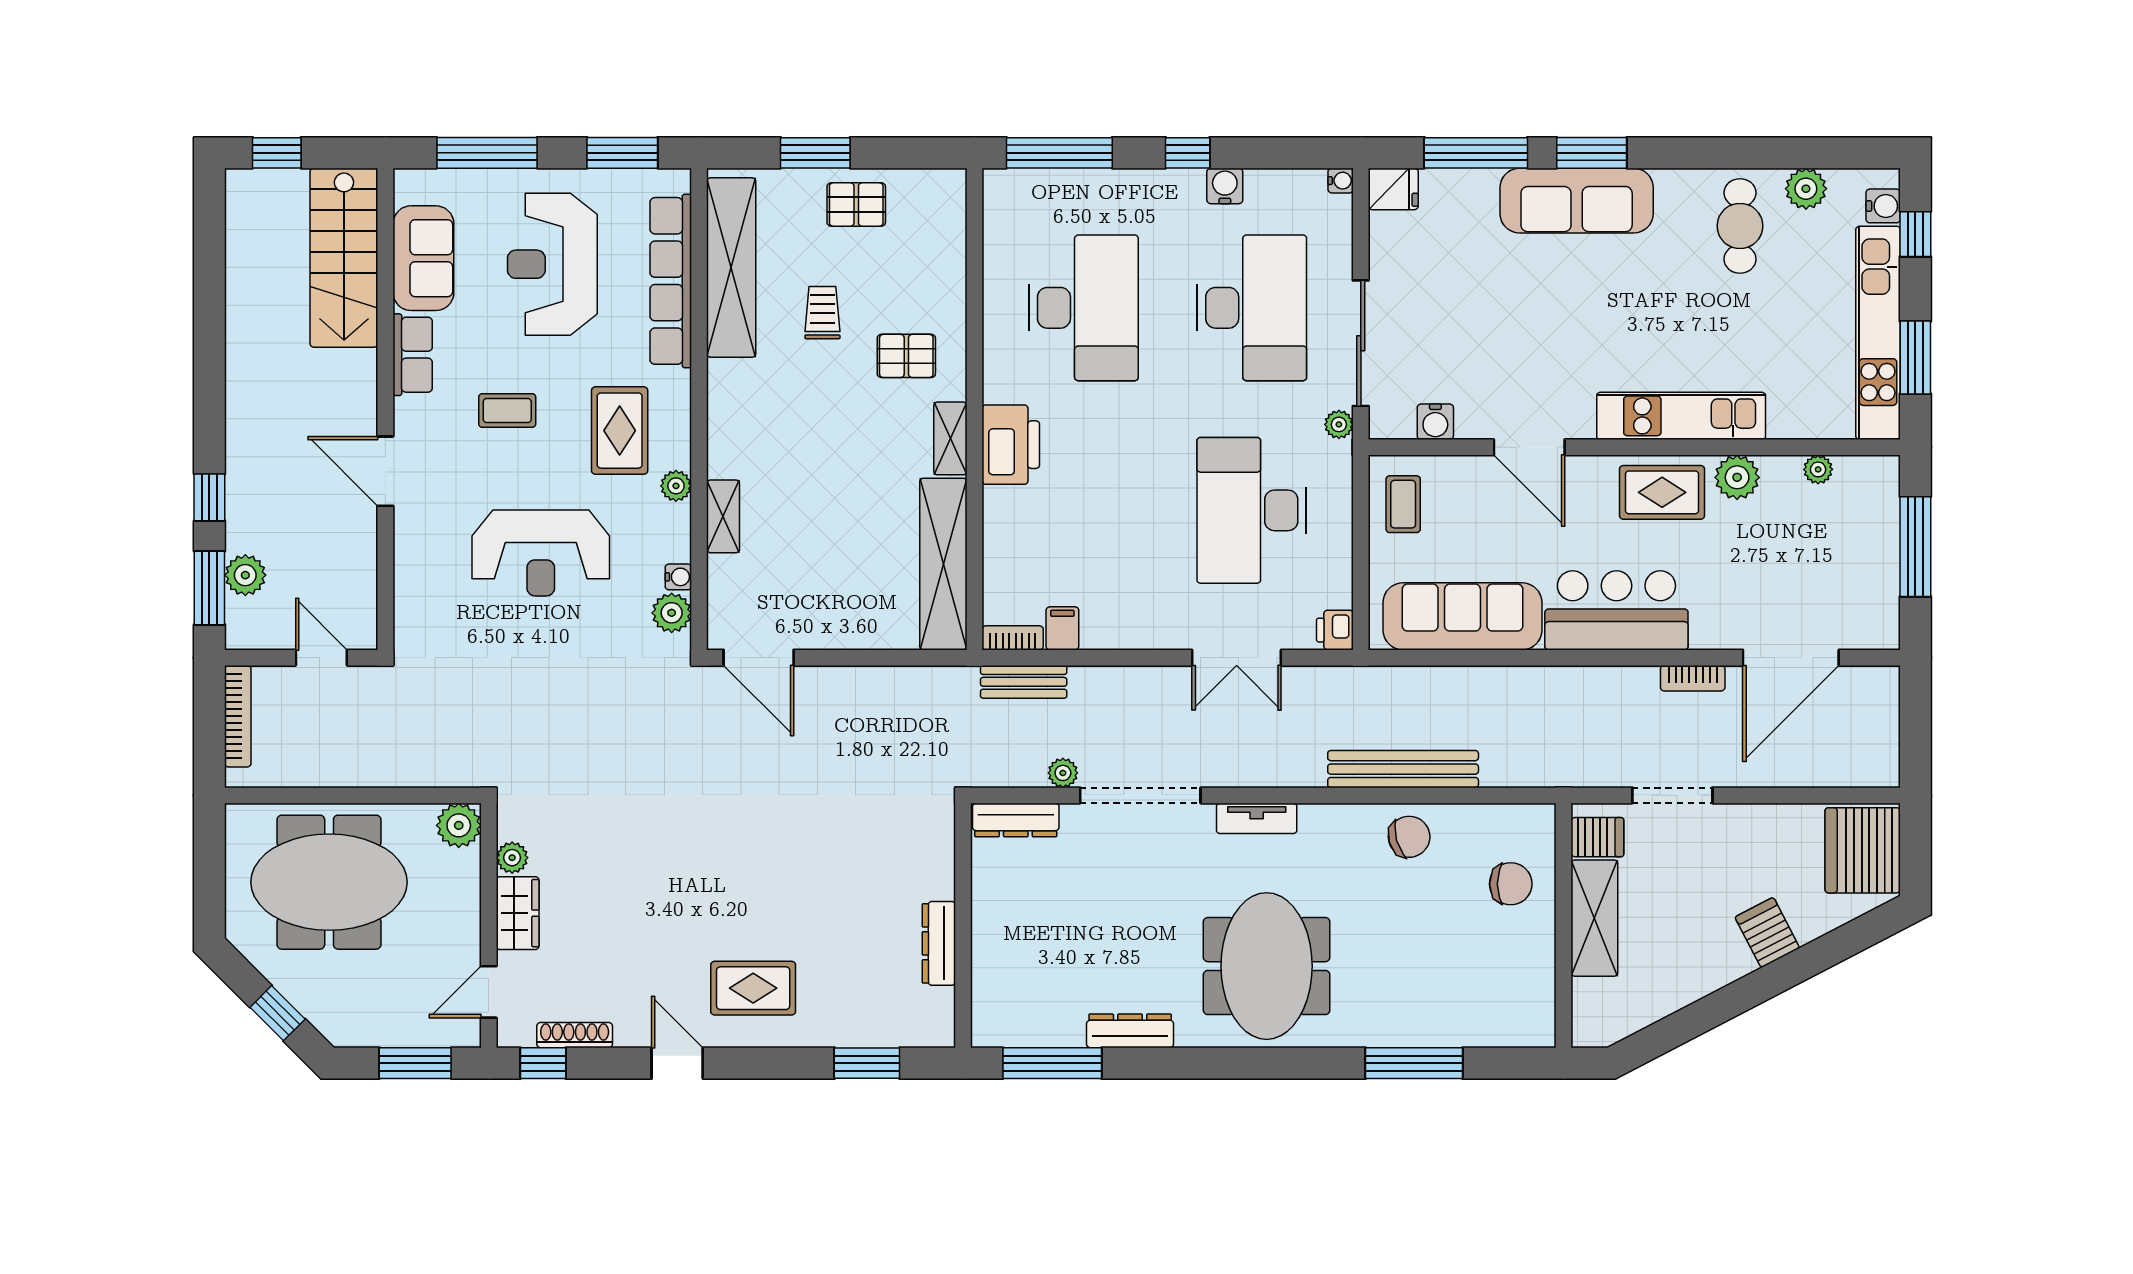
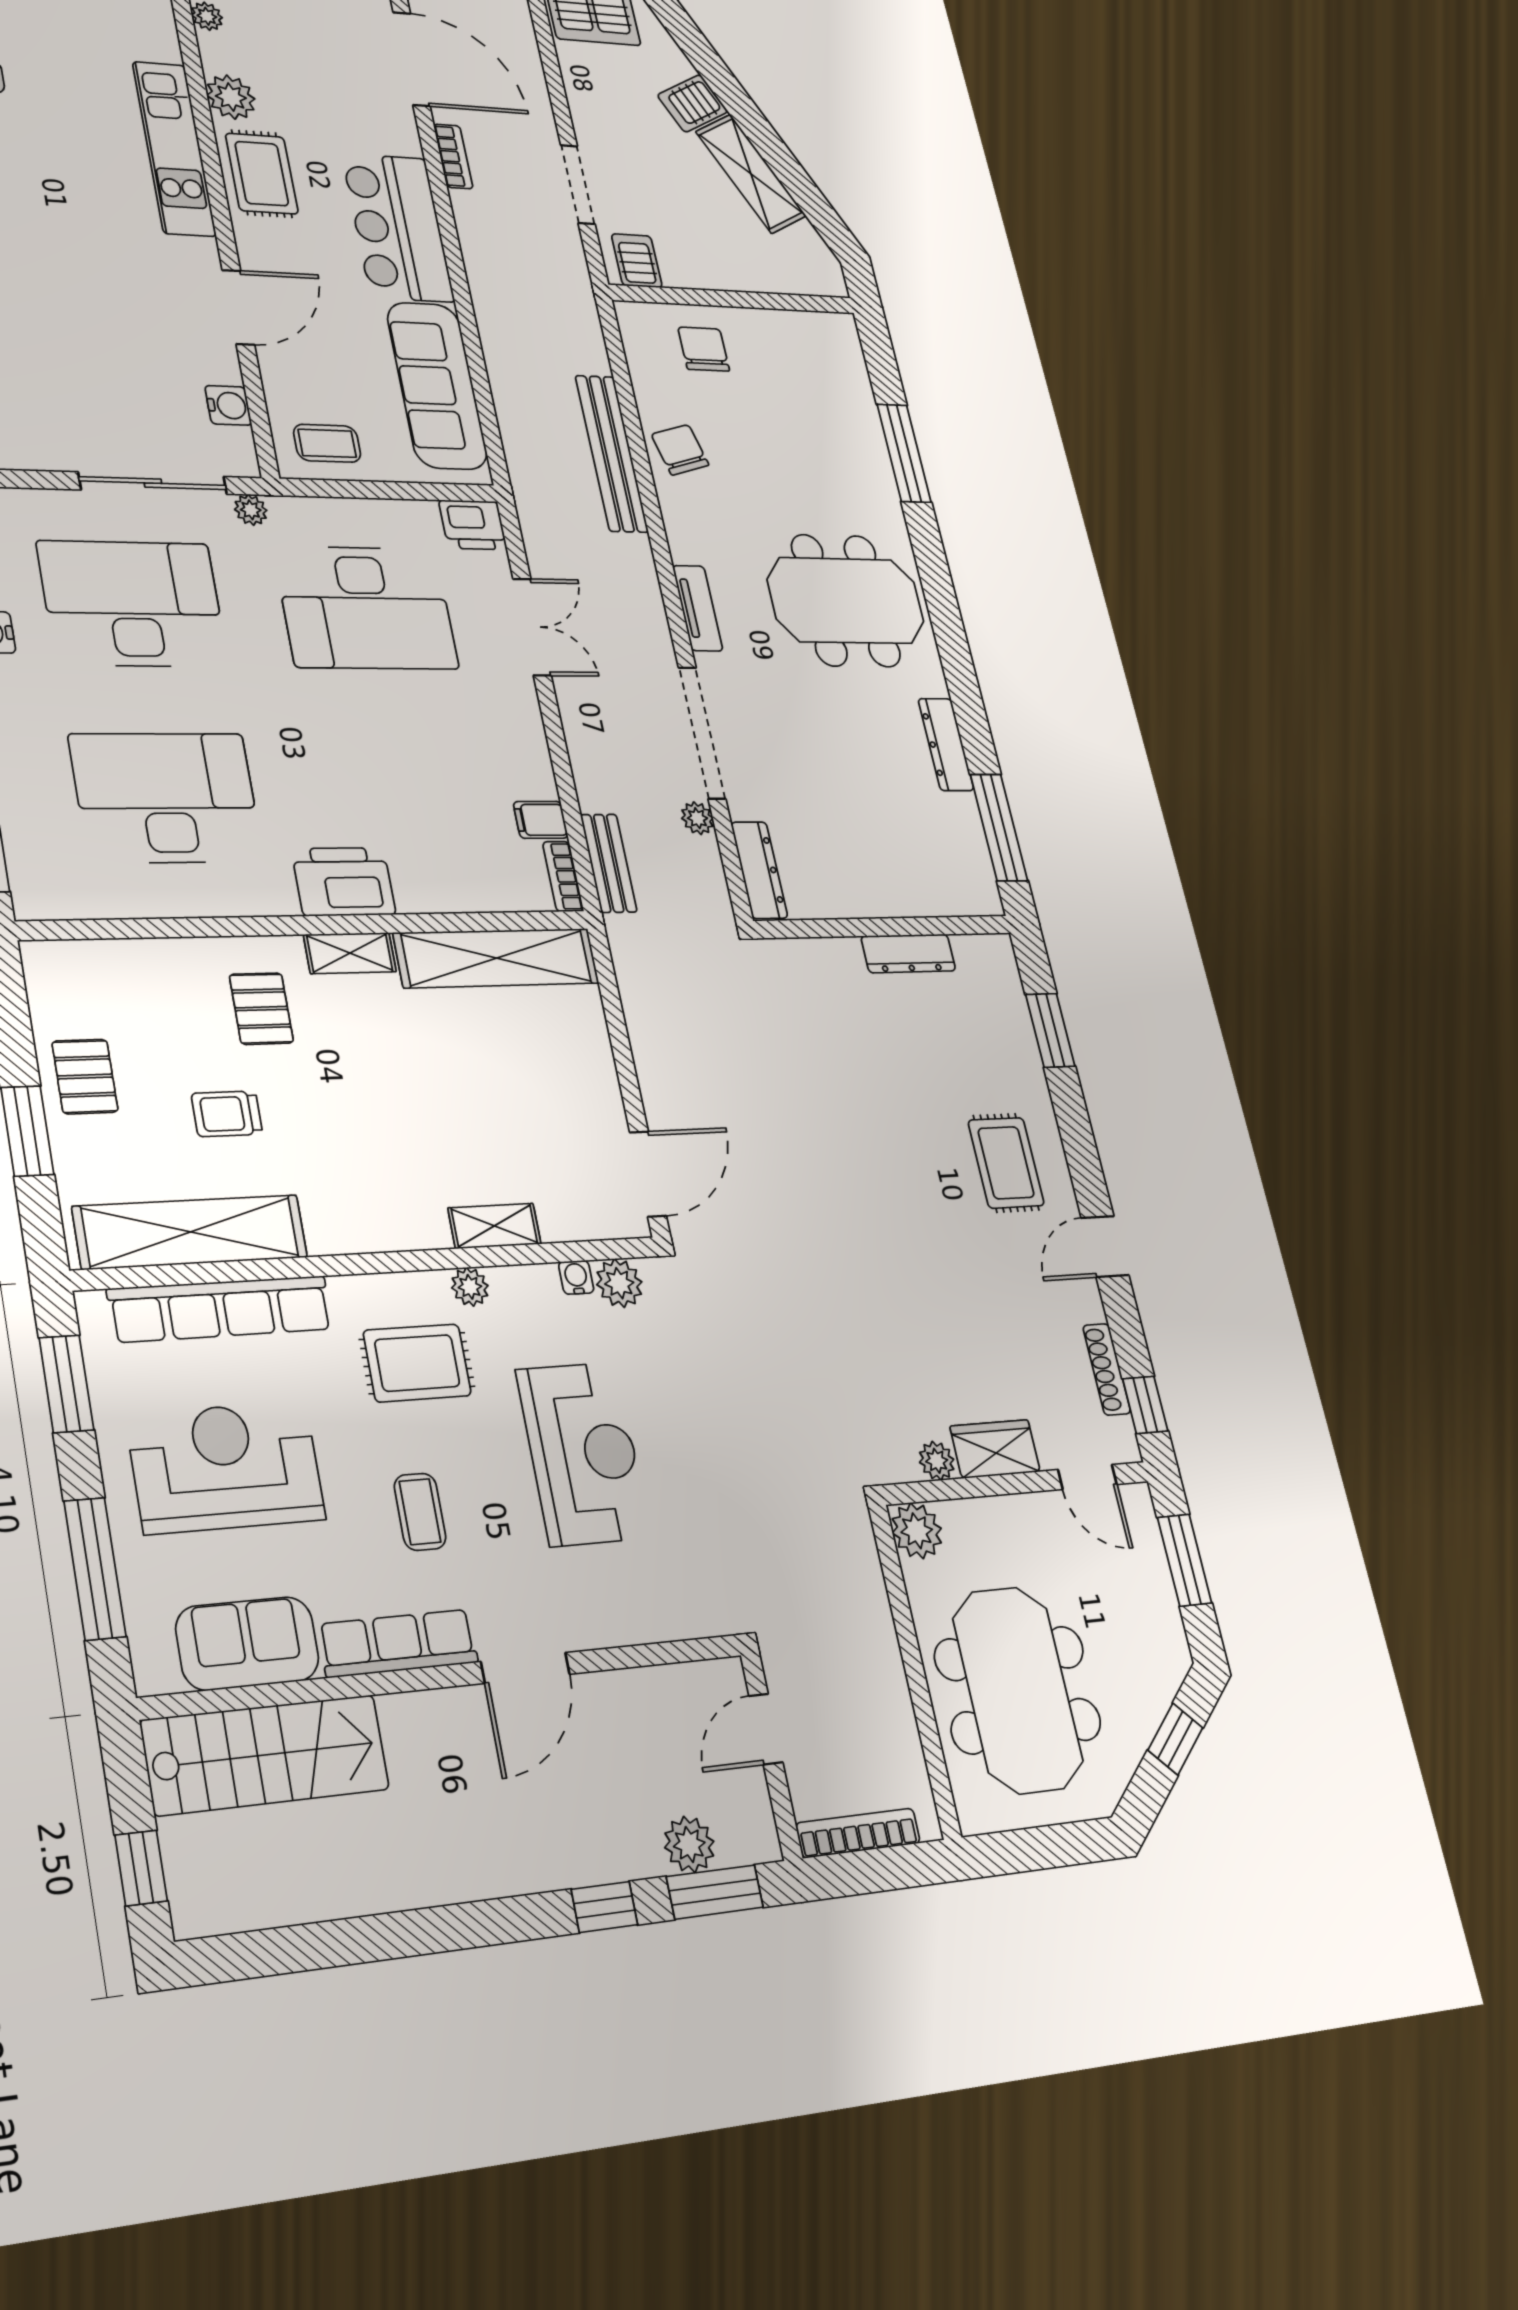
reception desk: (552, 264) -> (226, 1467), turned 180
row of seats: (413, 355) -> (398, 1643), width x1.48
printer: (1335, 630) -> (473, 525), width x1.36, depth x1.24
shelving: (1594, 918) -> (751, 174), moved, turned 63

